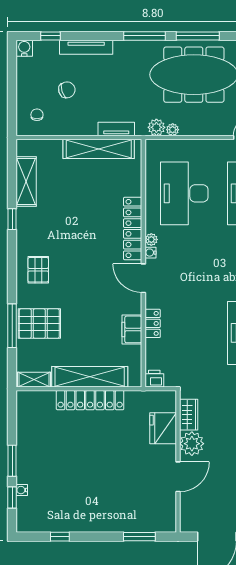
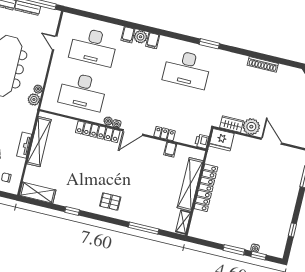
tv unit: (116, 129) -> (24, 145), moved
shelving: (26, 181) -> (38, 193), moved
pallet: (39, 324) -> (146, 209), removed
filing cabinet: (132, 329) -> (170, 150), width x0.50
fridge: (163, 428) -> (222, 140), moved

